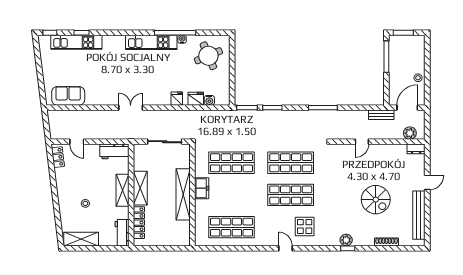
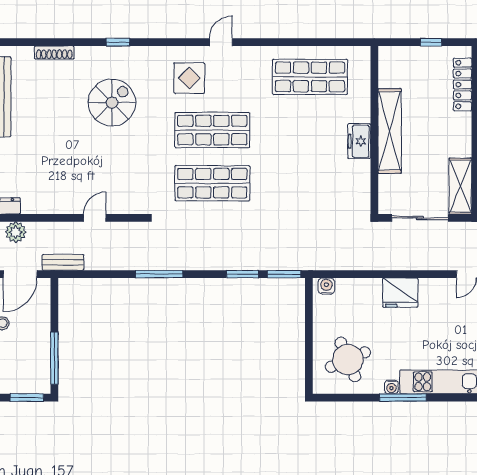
window: (175, 33) -> (403, 398), width x0.68
fridge: (177, 99) -> (400, 293), width x1.88, depth x1.34
fridge: (196, 99) -> (369, 289), removed
water cooler: (209, 100) -> (326, 286), moved
shop shelf: (231, 163) -> (310, 183), removed
shelving: (140, 188) -> (460, 186), moved
spiral stairs: (376, 200) -> (112, 103), moved, turned 90
plant: (346, 240) -> (121, 56), removed
window: (158, 248) -> (431, 42), added
door: (285, 248) -> (221, 42), swing flipped

